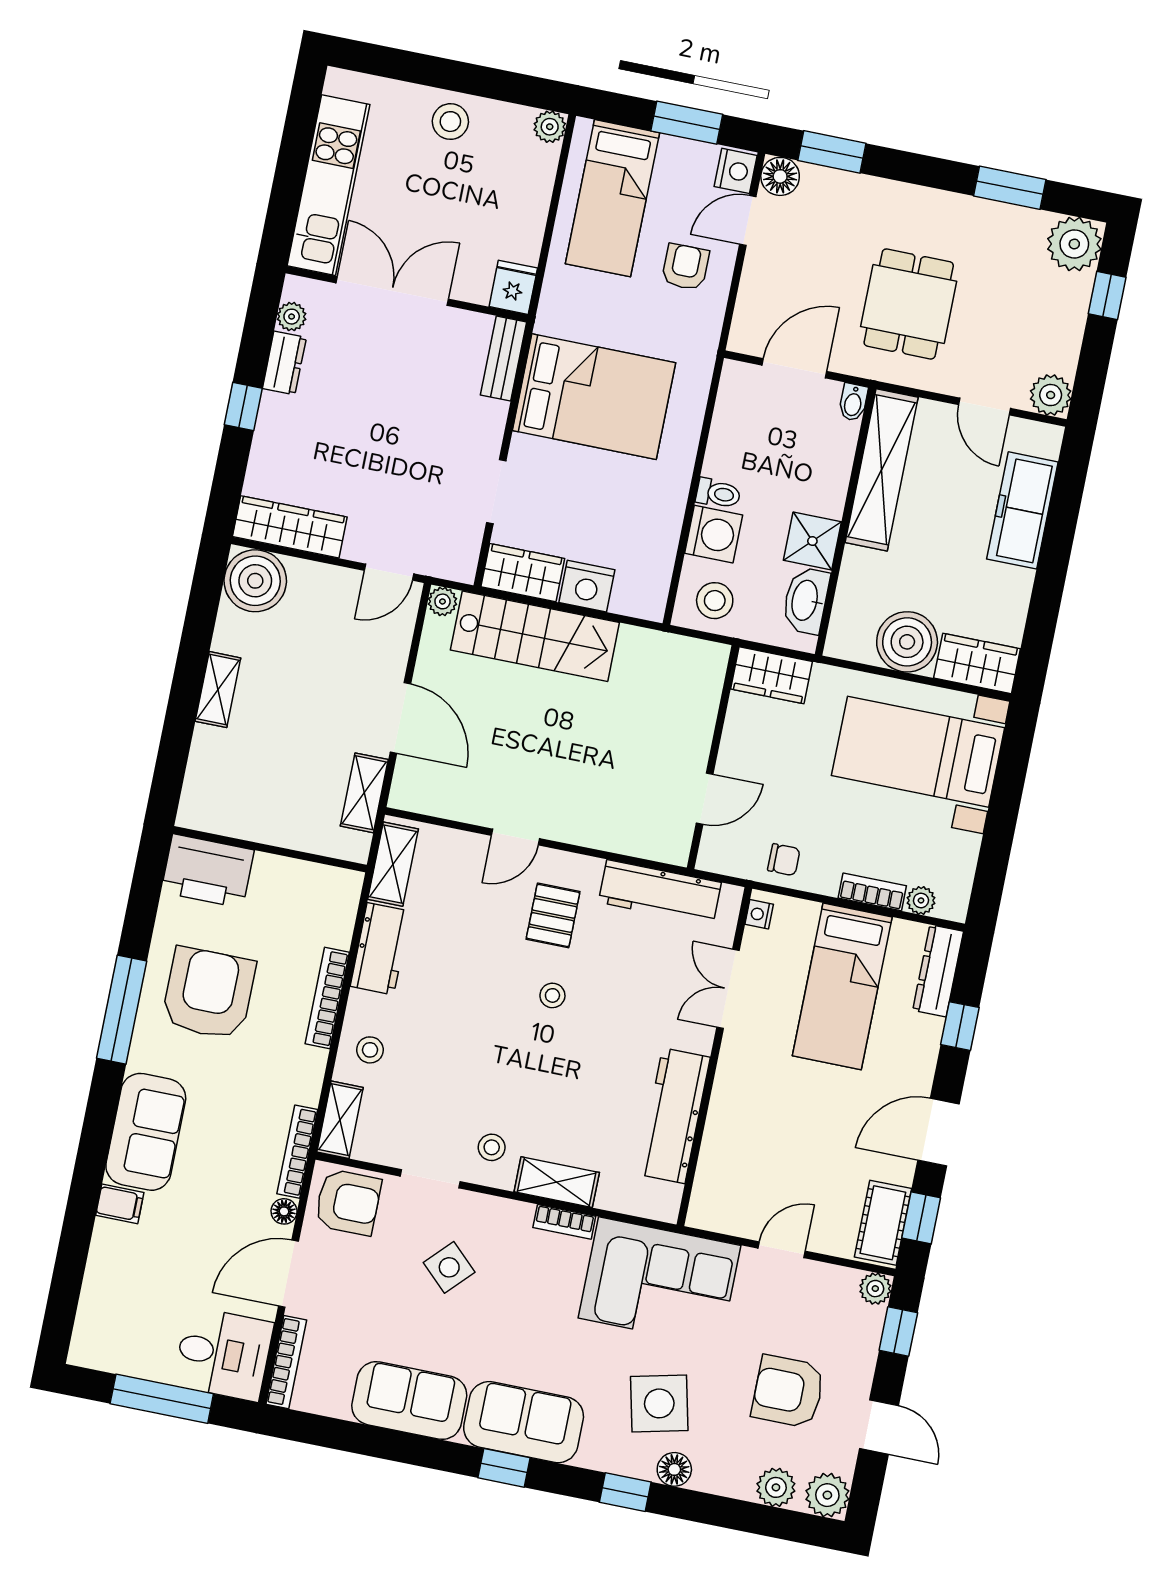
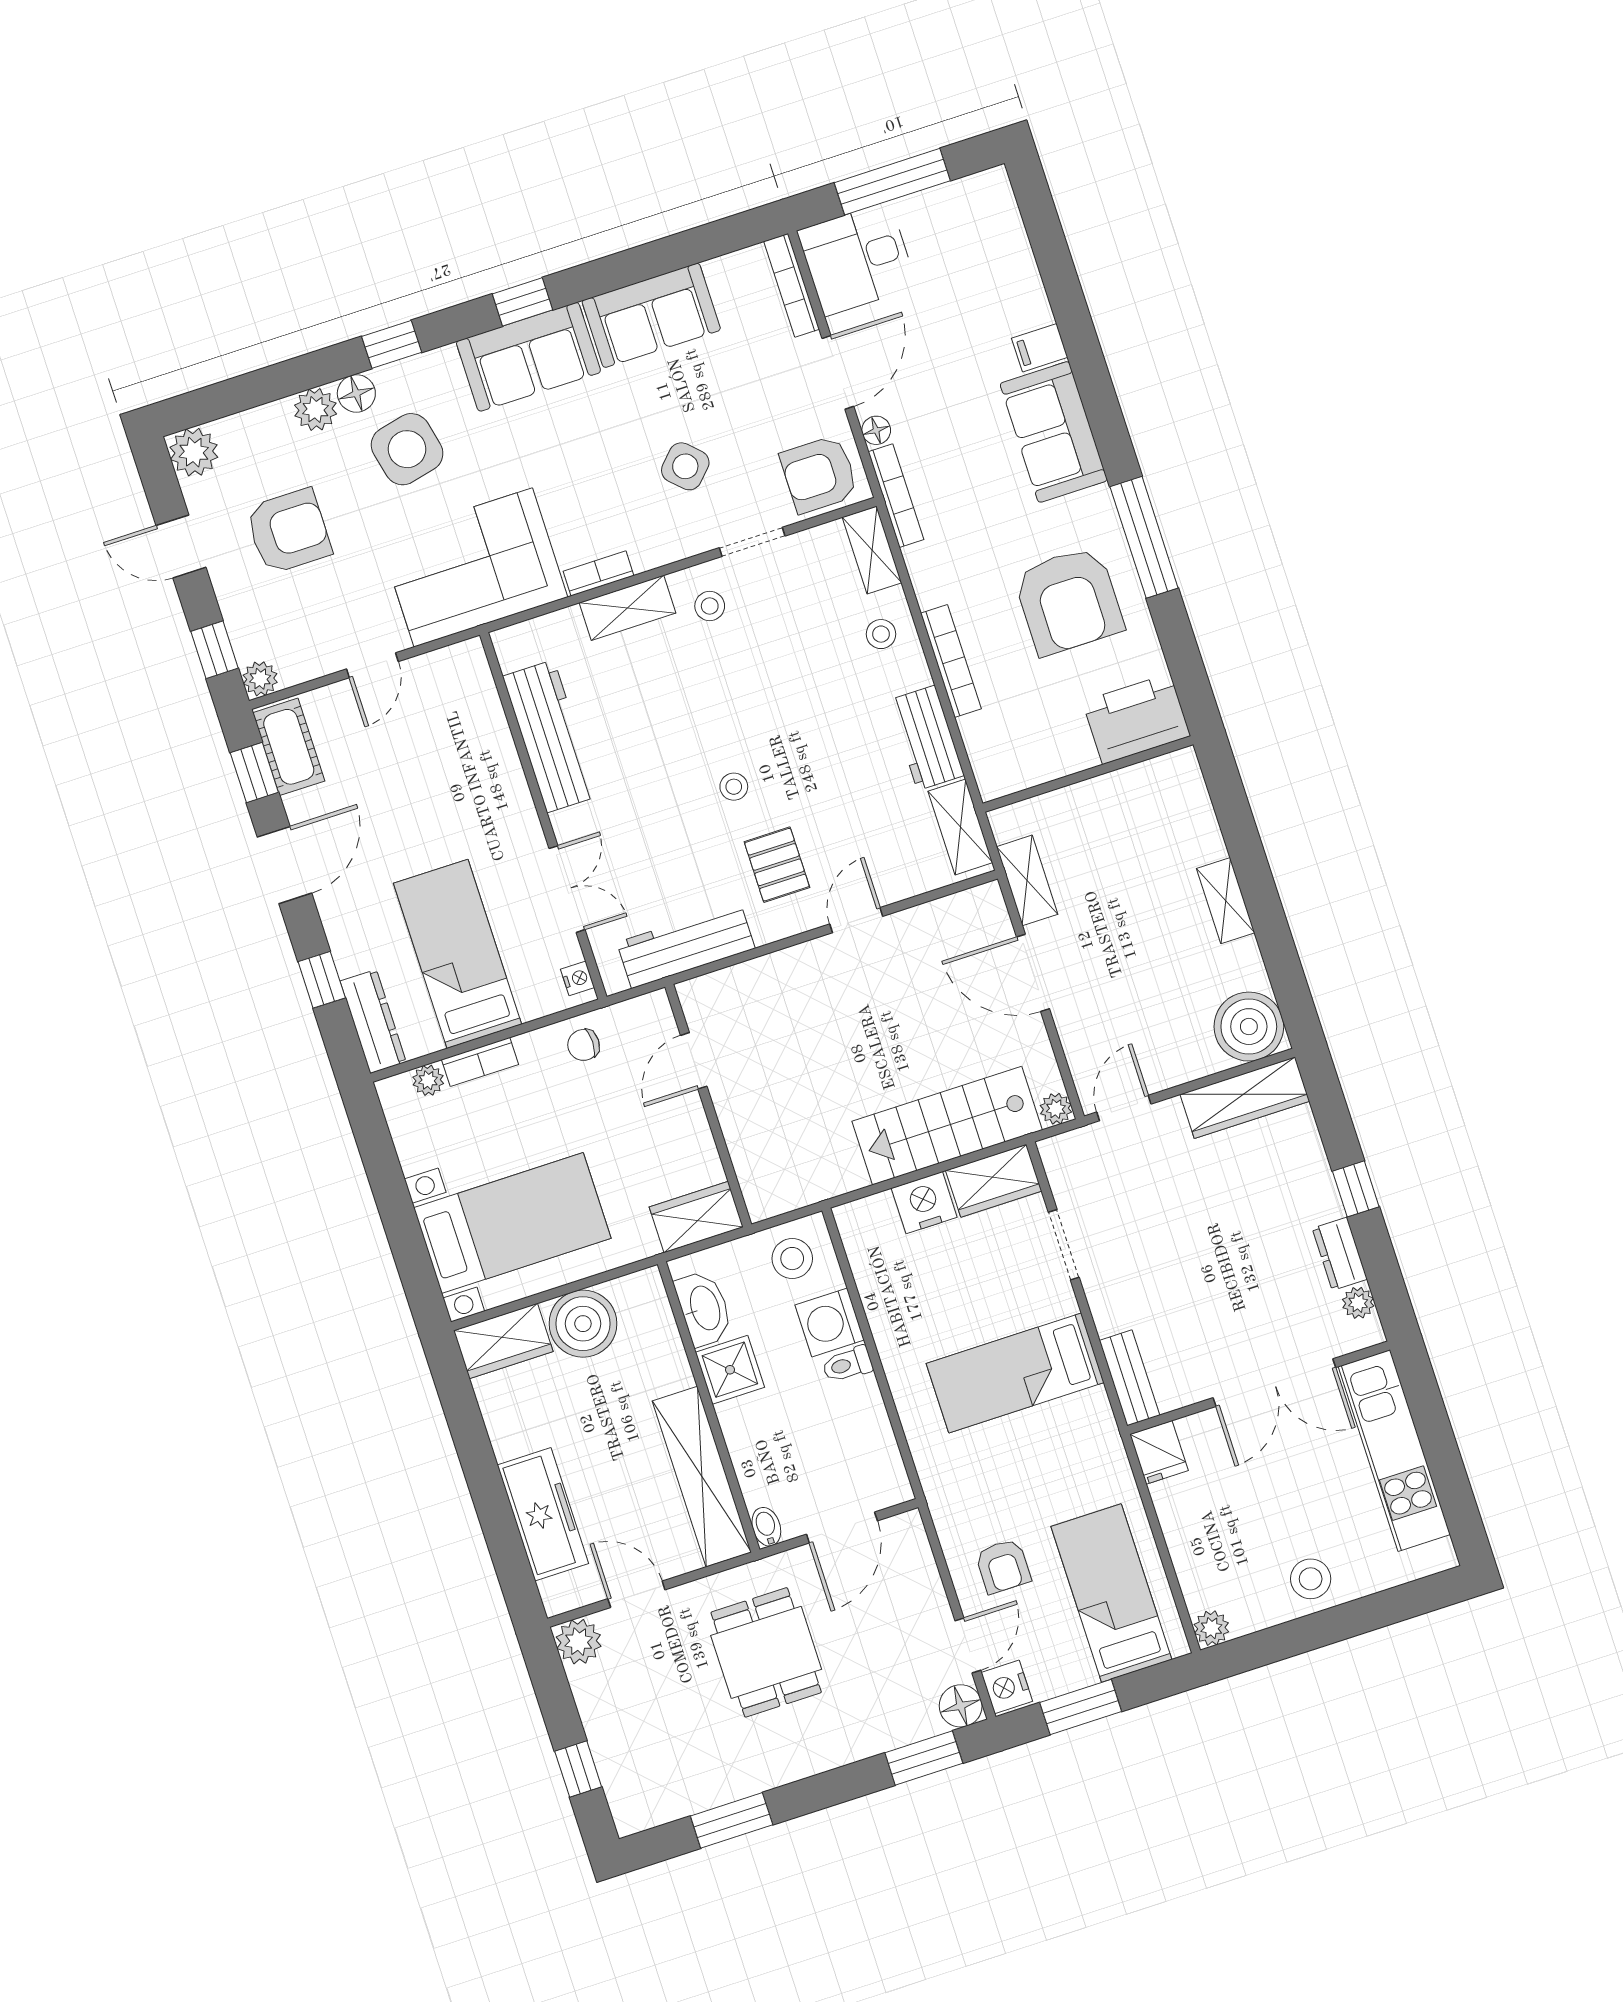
plant: (1074, 244) -> (638, 1801), removed
bed: (594, 397) -> (1015, 1373), width x0.67
plant: (776, 1487) -> (316, 410), moved

